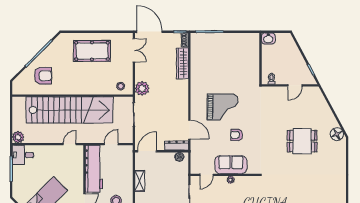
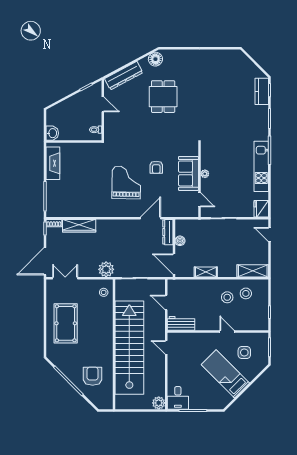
fireplace: (240, 39) -> (53, 163), added
dresser: (322, 105) -> (124, 76), added
boiler: (179, 157) -> (180, 241), moved
workbench: (94, 169) -> (181, 323), width x0.53, depth x0.76

